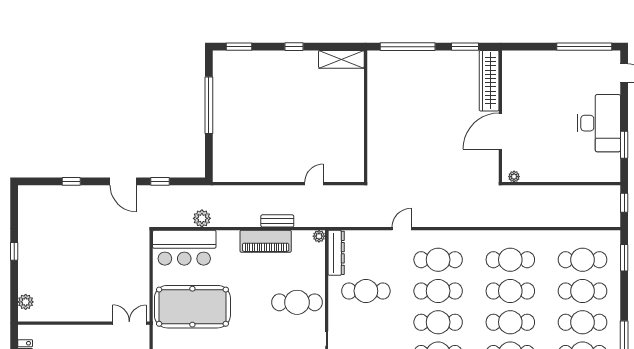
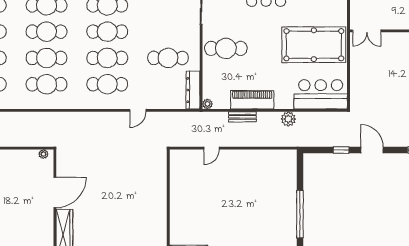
plant: (202, 218) -> (288, 119), moved

